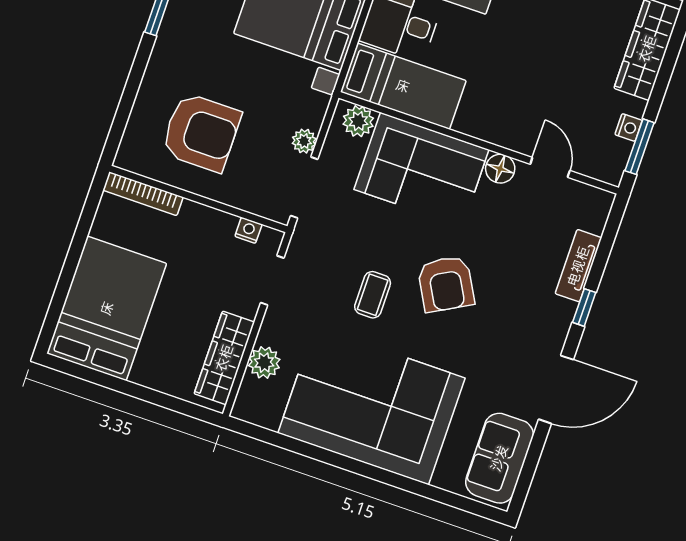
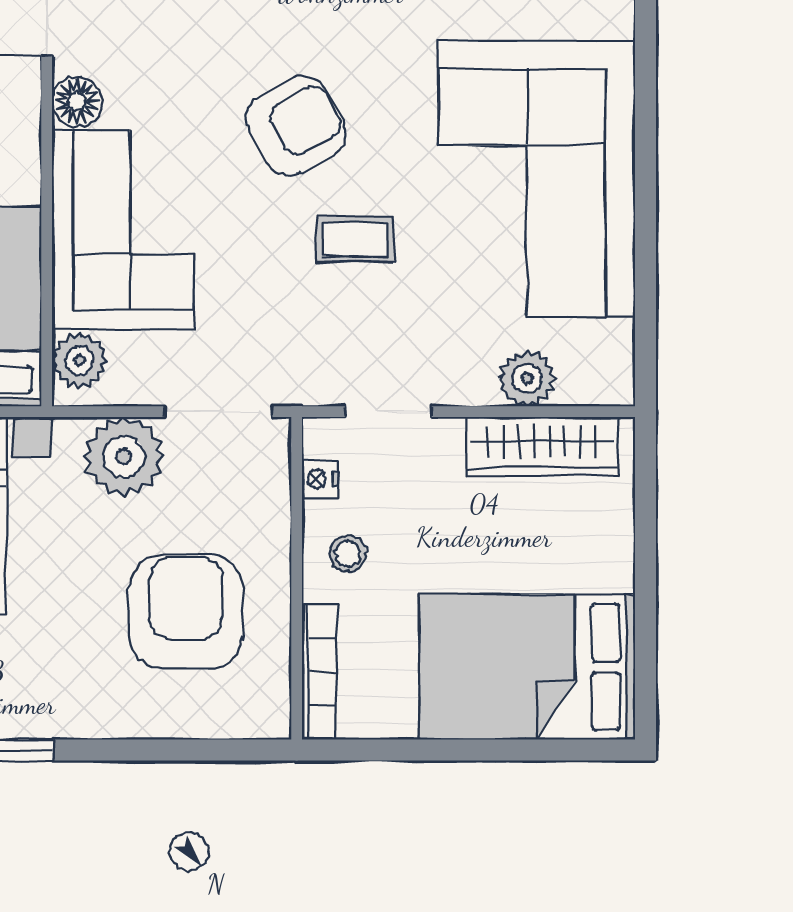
plant: (304, 141) -> (124, 457), width x1.87, depth x1.87
stool: (202, 232) -> (348, 554), added

